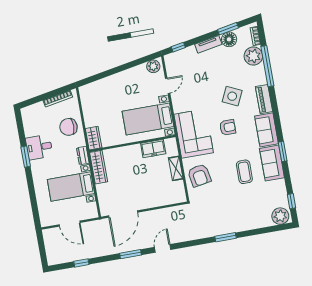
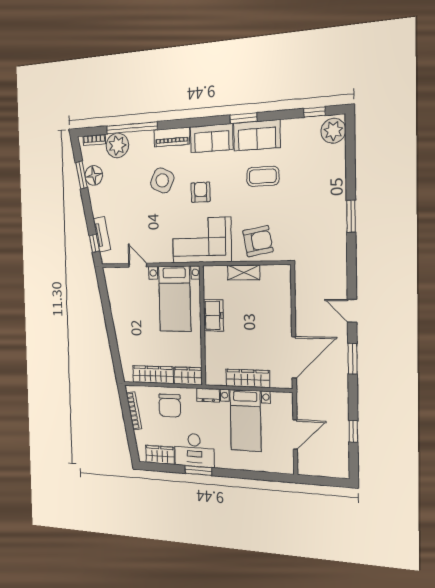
tv unit: (208, 44) -> (102, 234), moved
plant: (153, 66) -> (112, 280), removed
wardrobe: (89, 110) -> (153, 375), added
wardrobe: (30, 125) -> (160, 455), added
desk: (39, 147) -> (194, 450), width x1.37
freezer: (153, 149) -> (213, 315), moved
wardrobe: (99, 167) -> (248, 378), moved
door: (123, 214) -> (294, 357), hinge flipped

